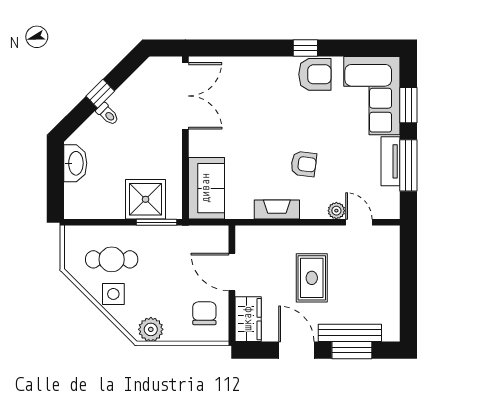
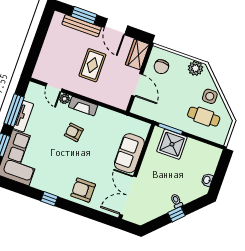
armchair: (315, 74) -> (83, 190), moved
washbasin: (75, 163) -> (207, 180), width x0.52, depth x0.69
sofa: (206, 188) -> (129, 153), moved
fireplace: (277, 210) -> (83, 106), moved

